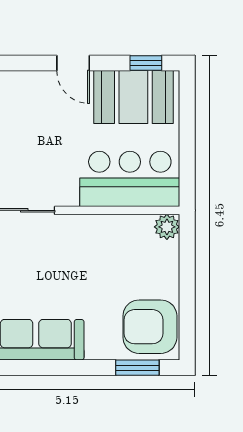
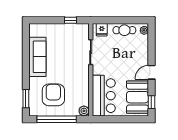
window: (187, 293) -> (57, 119), added
armchair: (150, 327) -> (53, 95), moved

